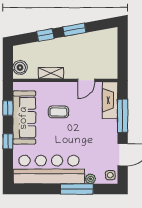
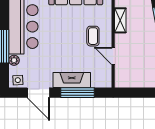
fireplace: (110, 100) -> (72, 80), moved
coffee table: (58, 112) -> (93, 36), moved

